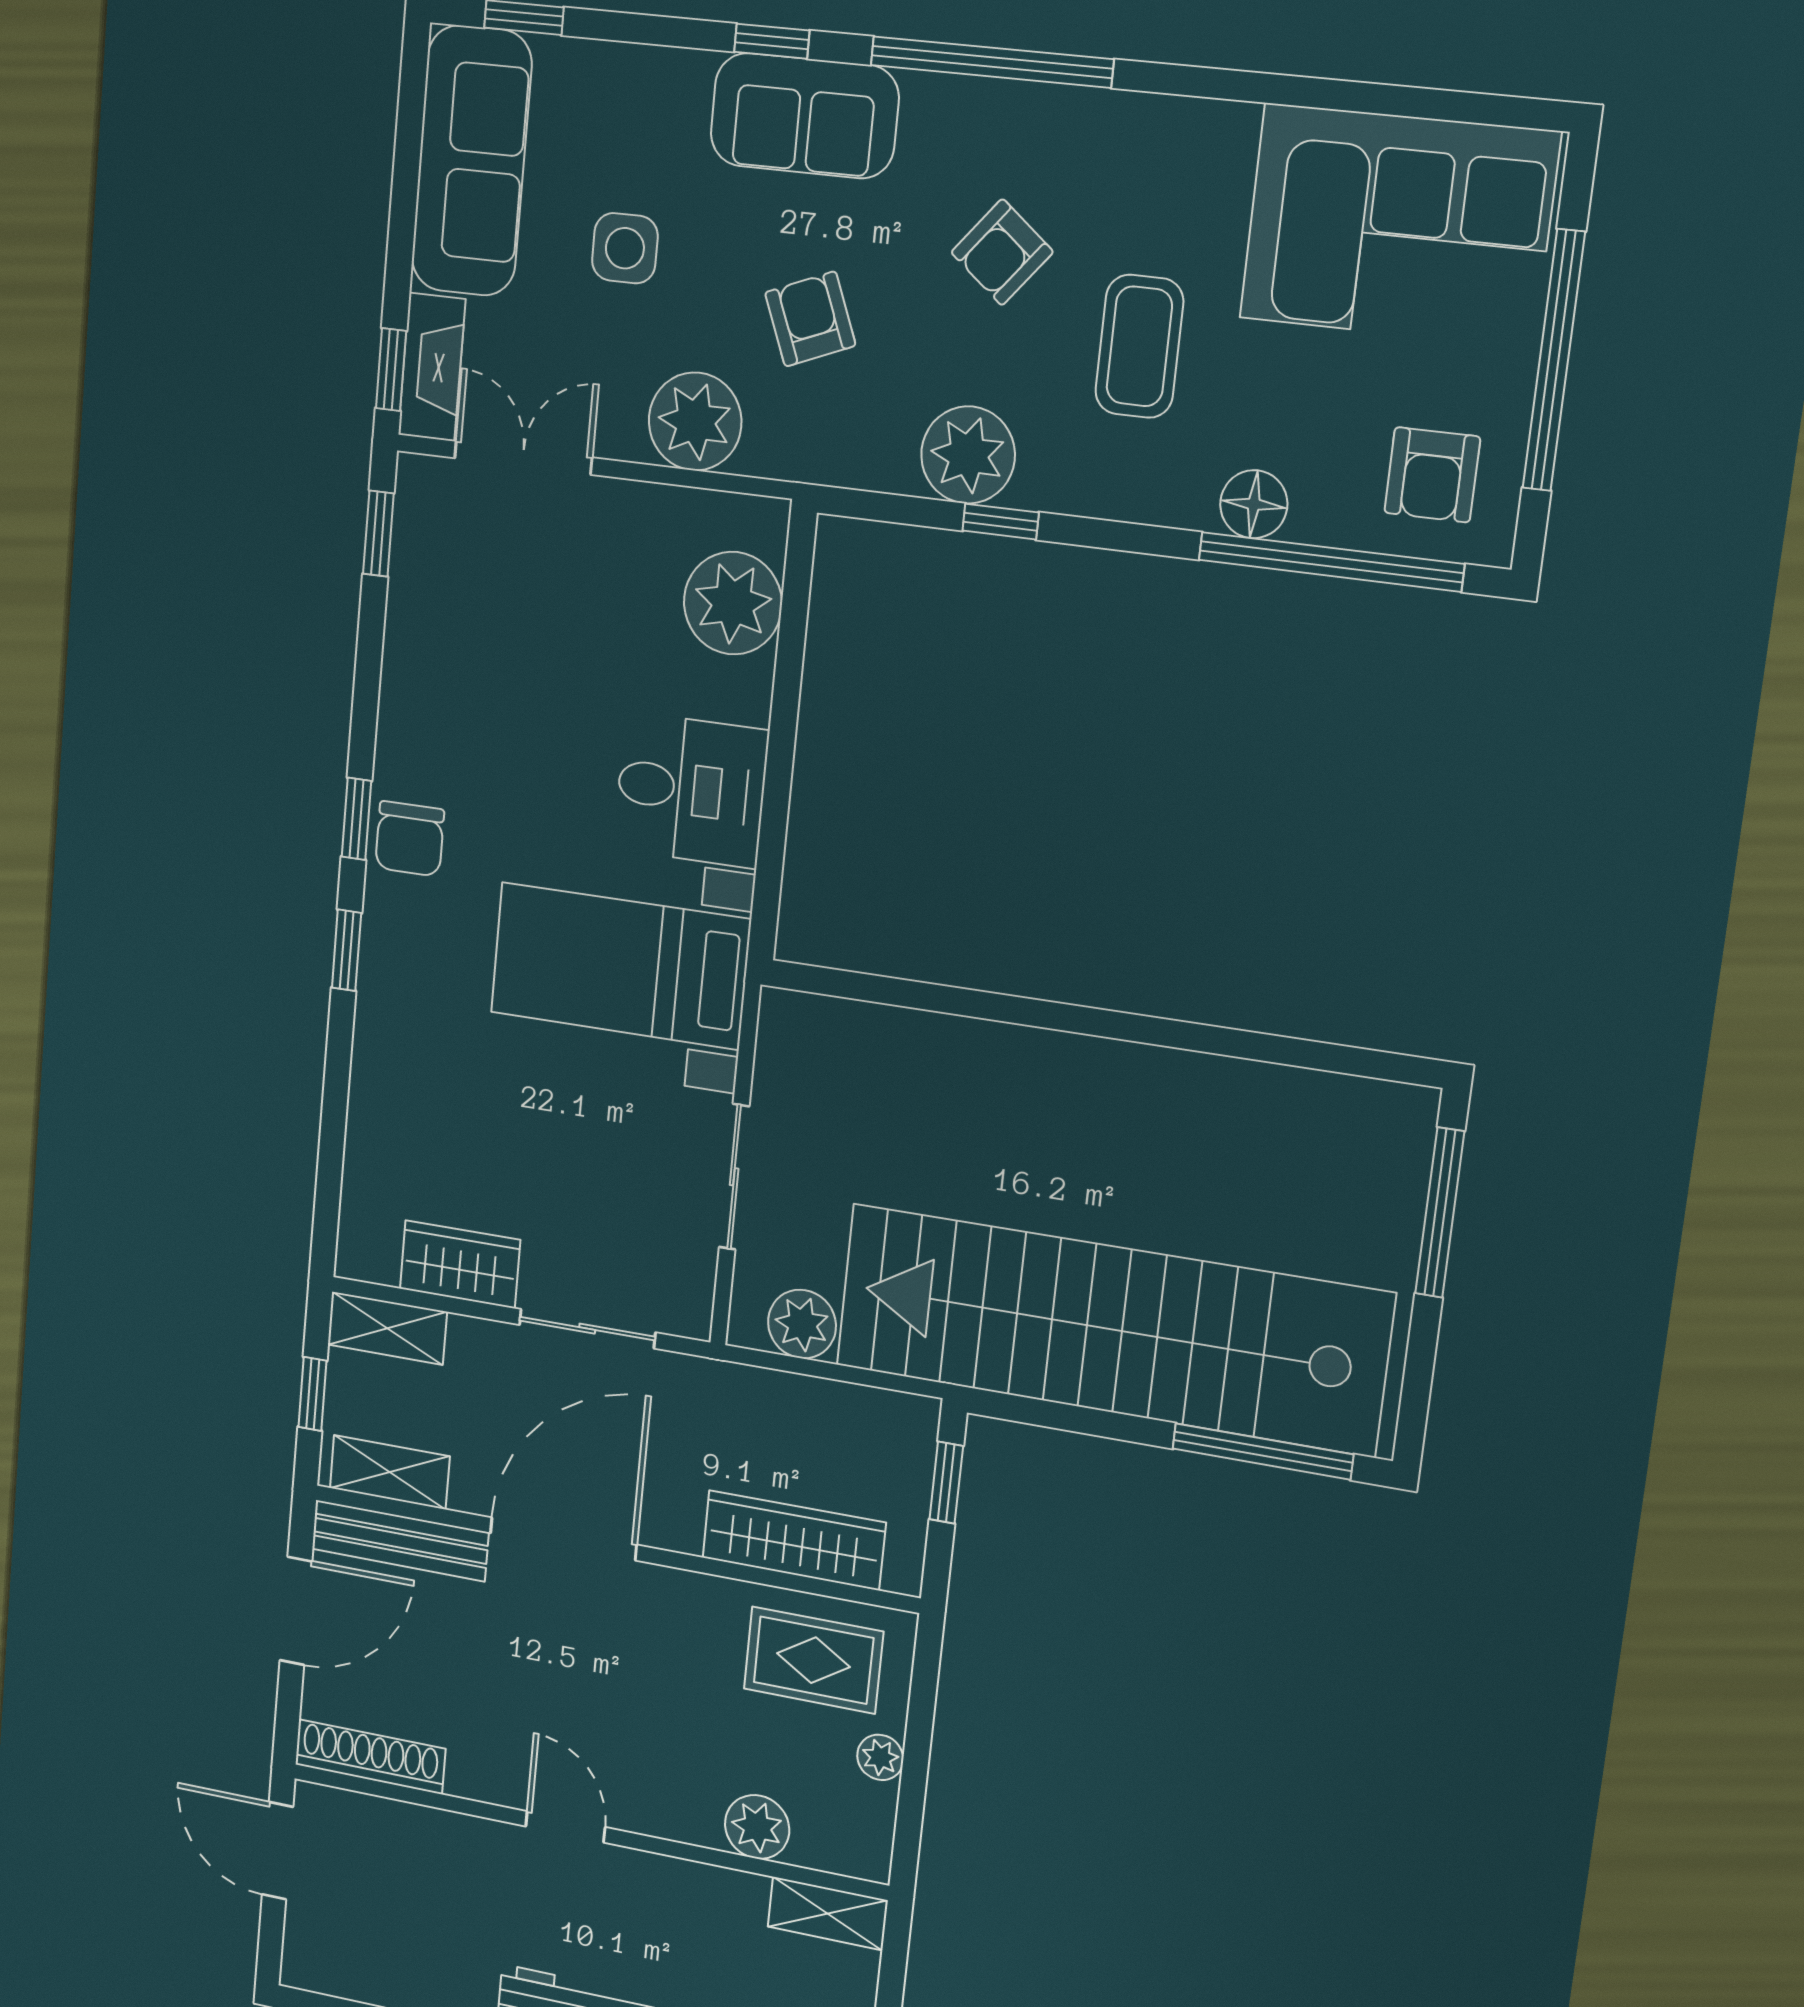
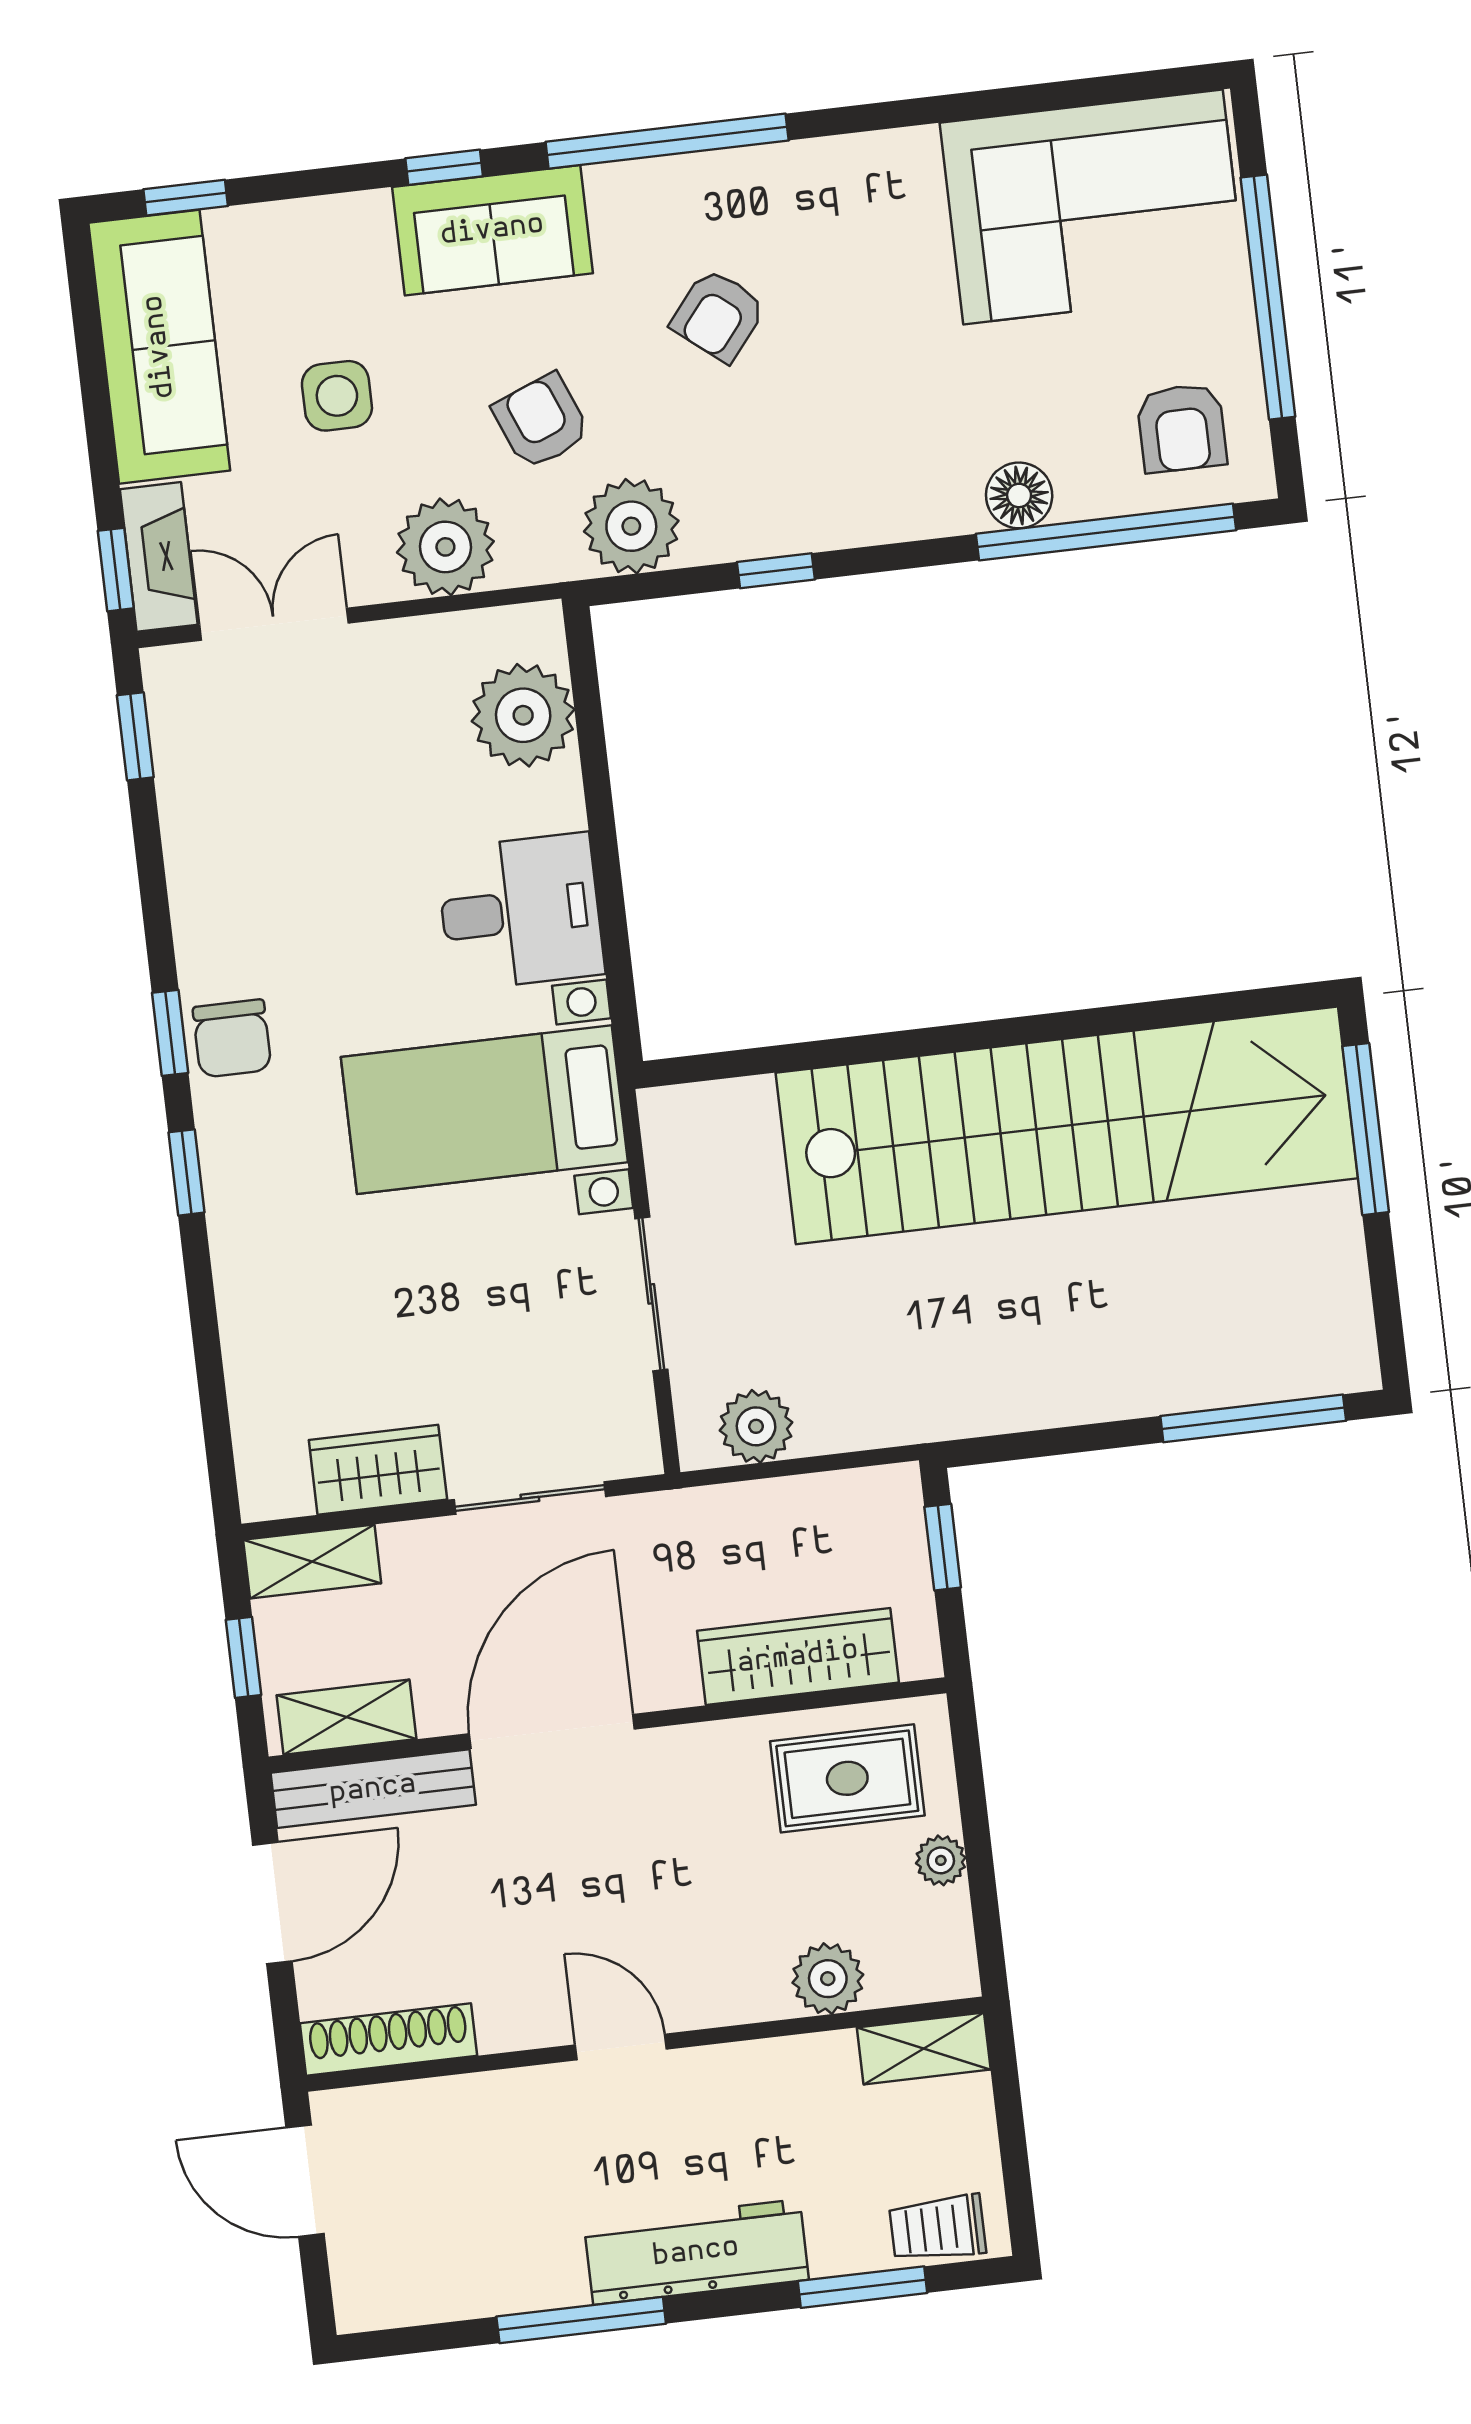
coffee table: (1139, 346) -> (873, 373), removed
plant: (968, 455) -> (631, 526), moved
stairs: (1111, 1329) -> (1067, 1125), moved, turned 180

